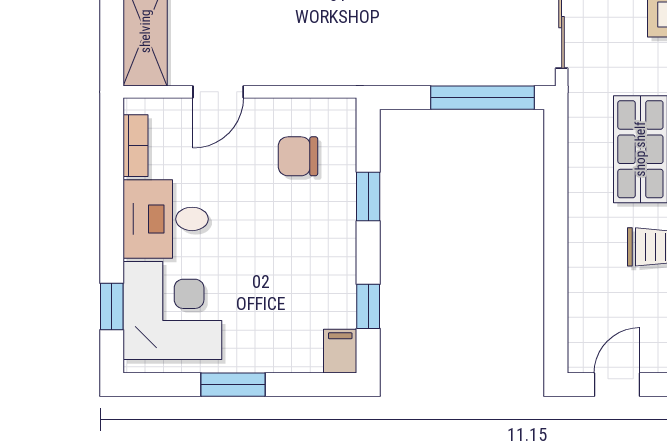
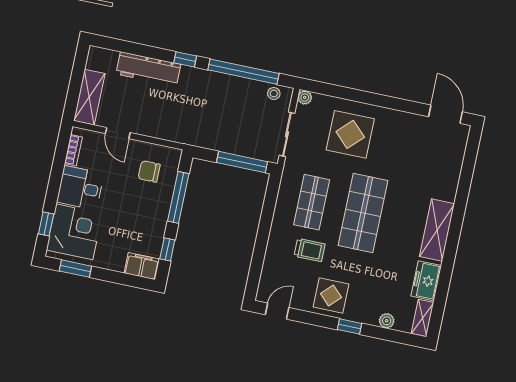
door: (218, 92) -> (118, 133), hinge flipped
window: (368, 196) -> (178, 197), width x2.17
filing cabinet: (340, 351) -> (142, 266), width x2.00
window: (233, 385) -> (75, 269), moved

